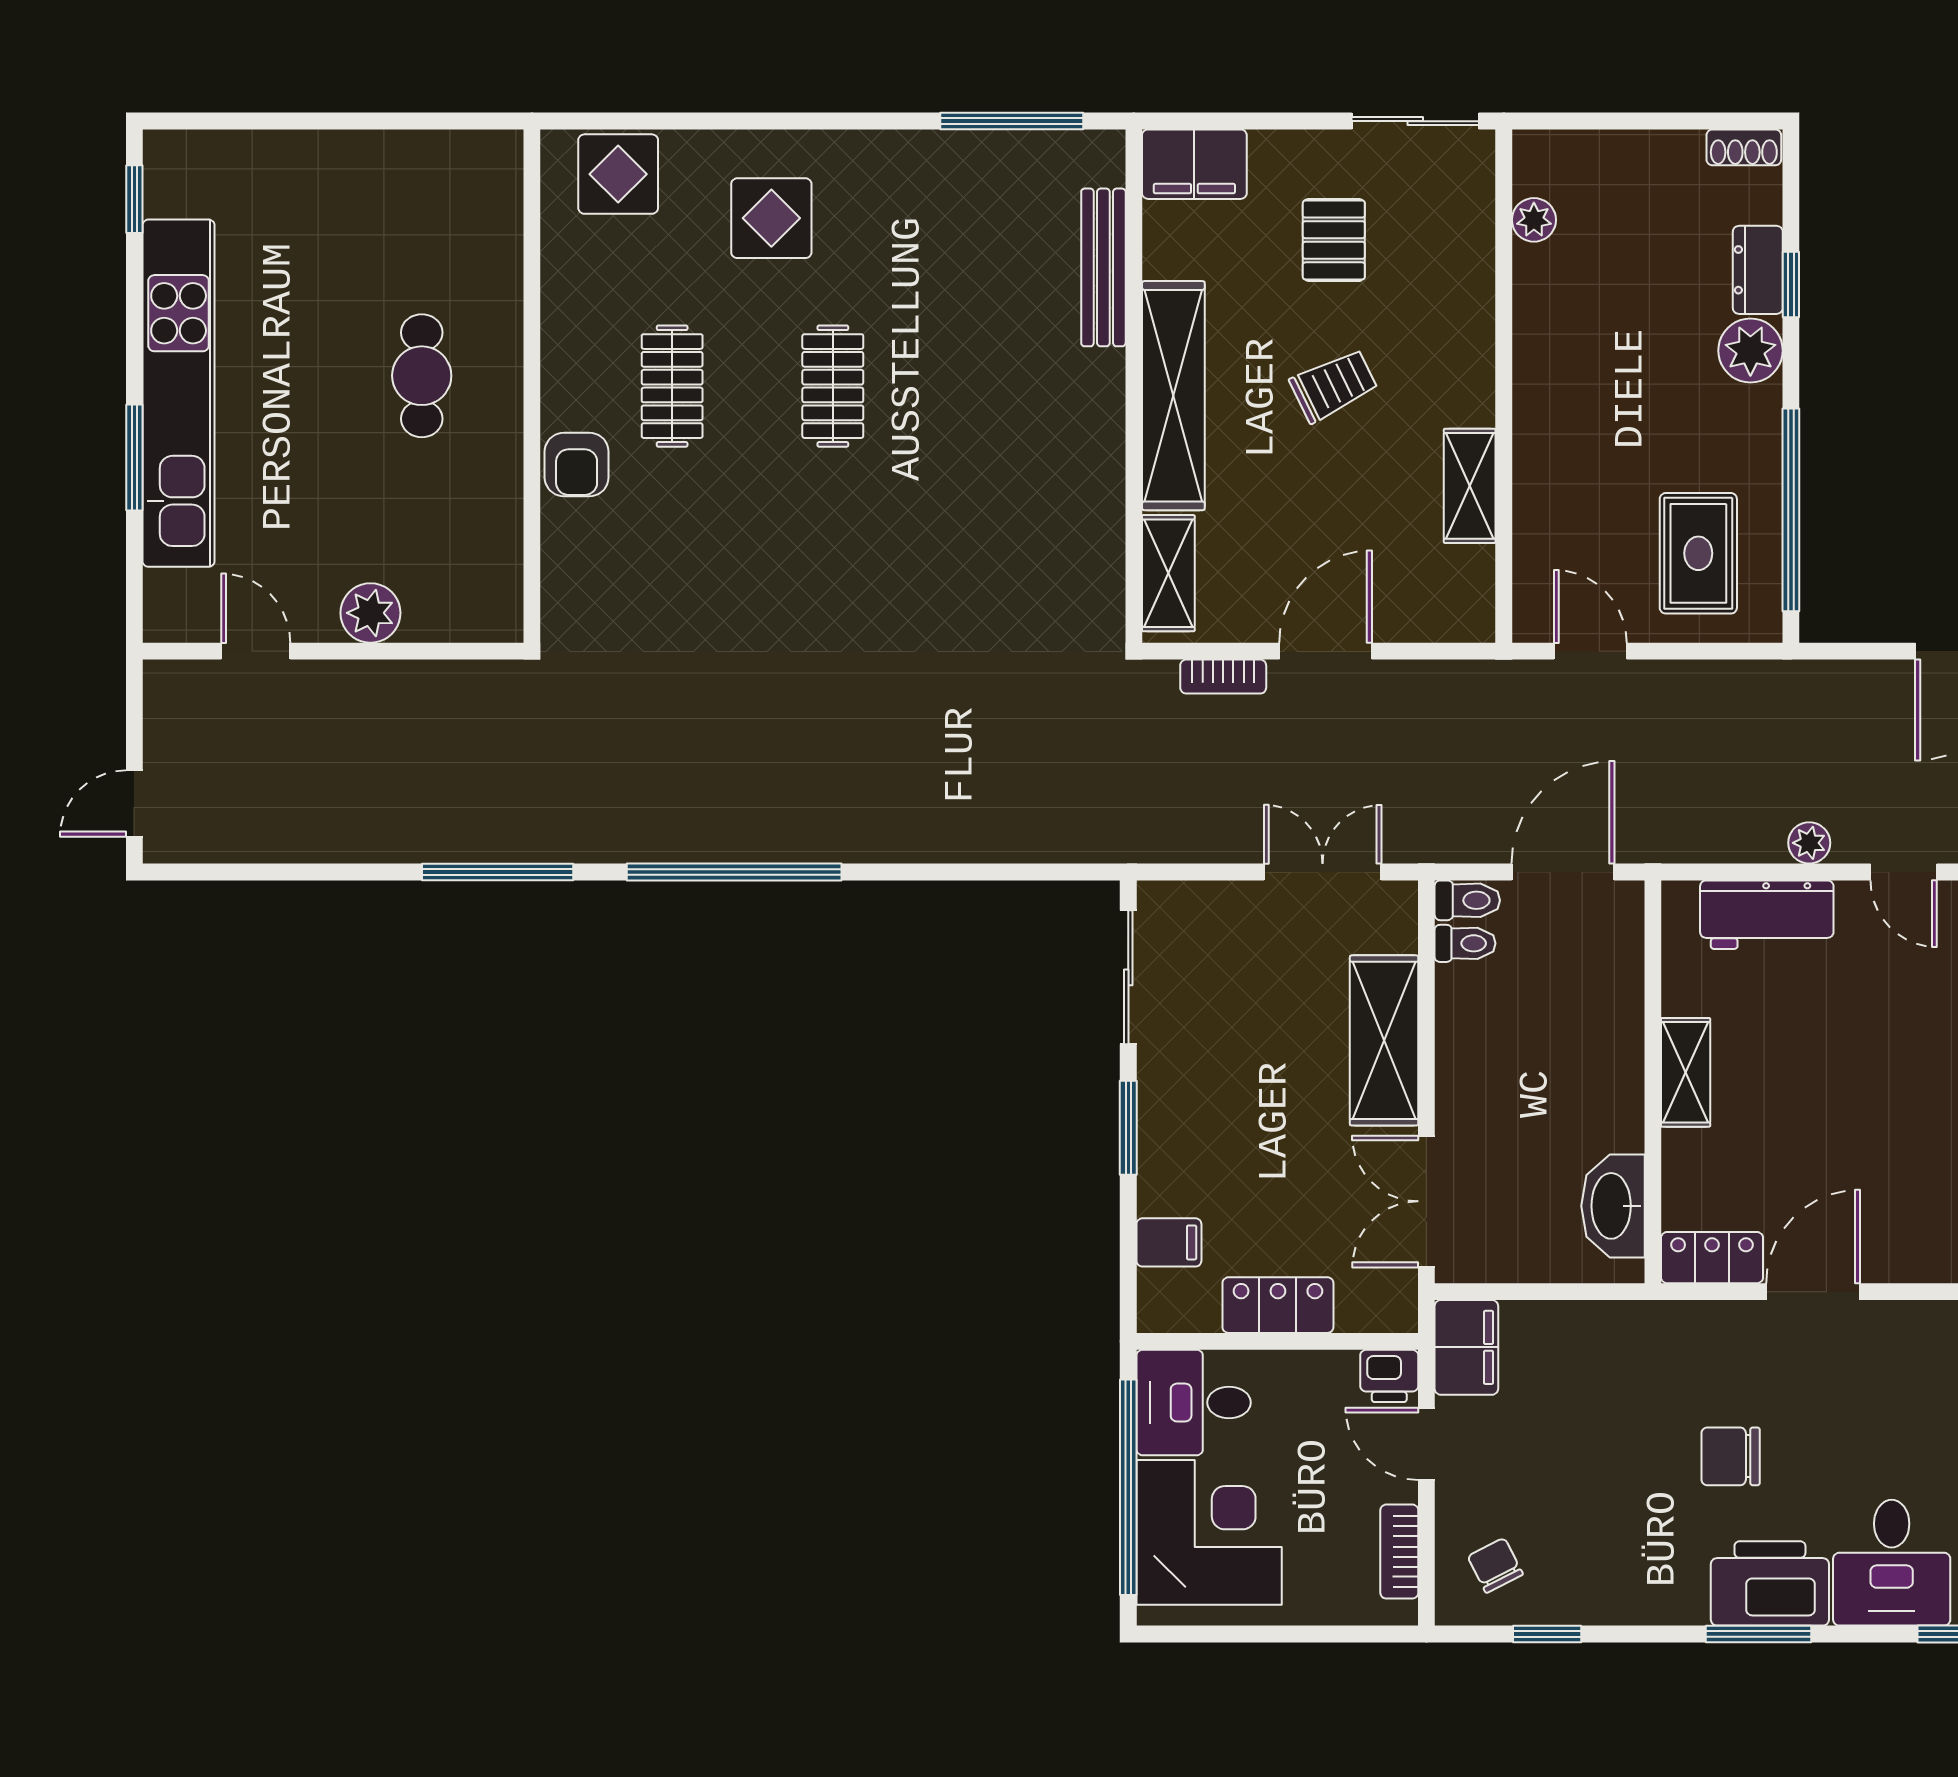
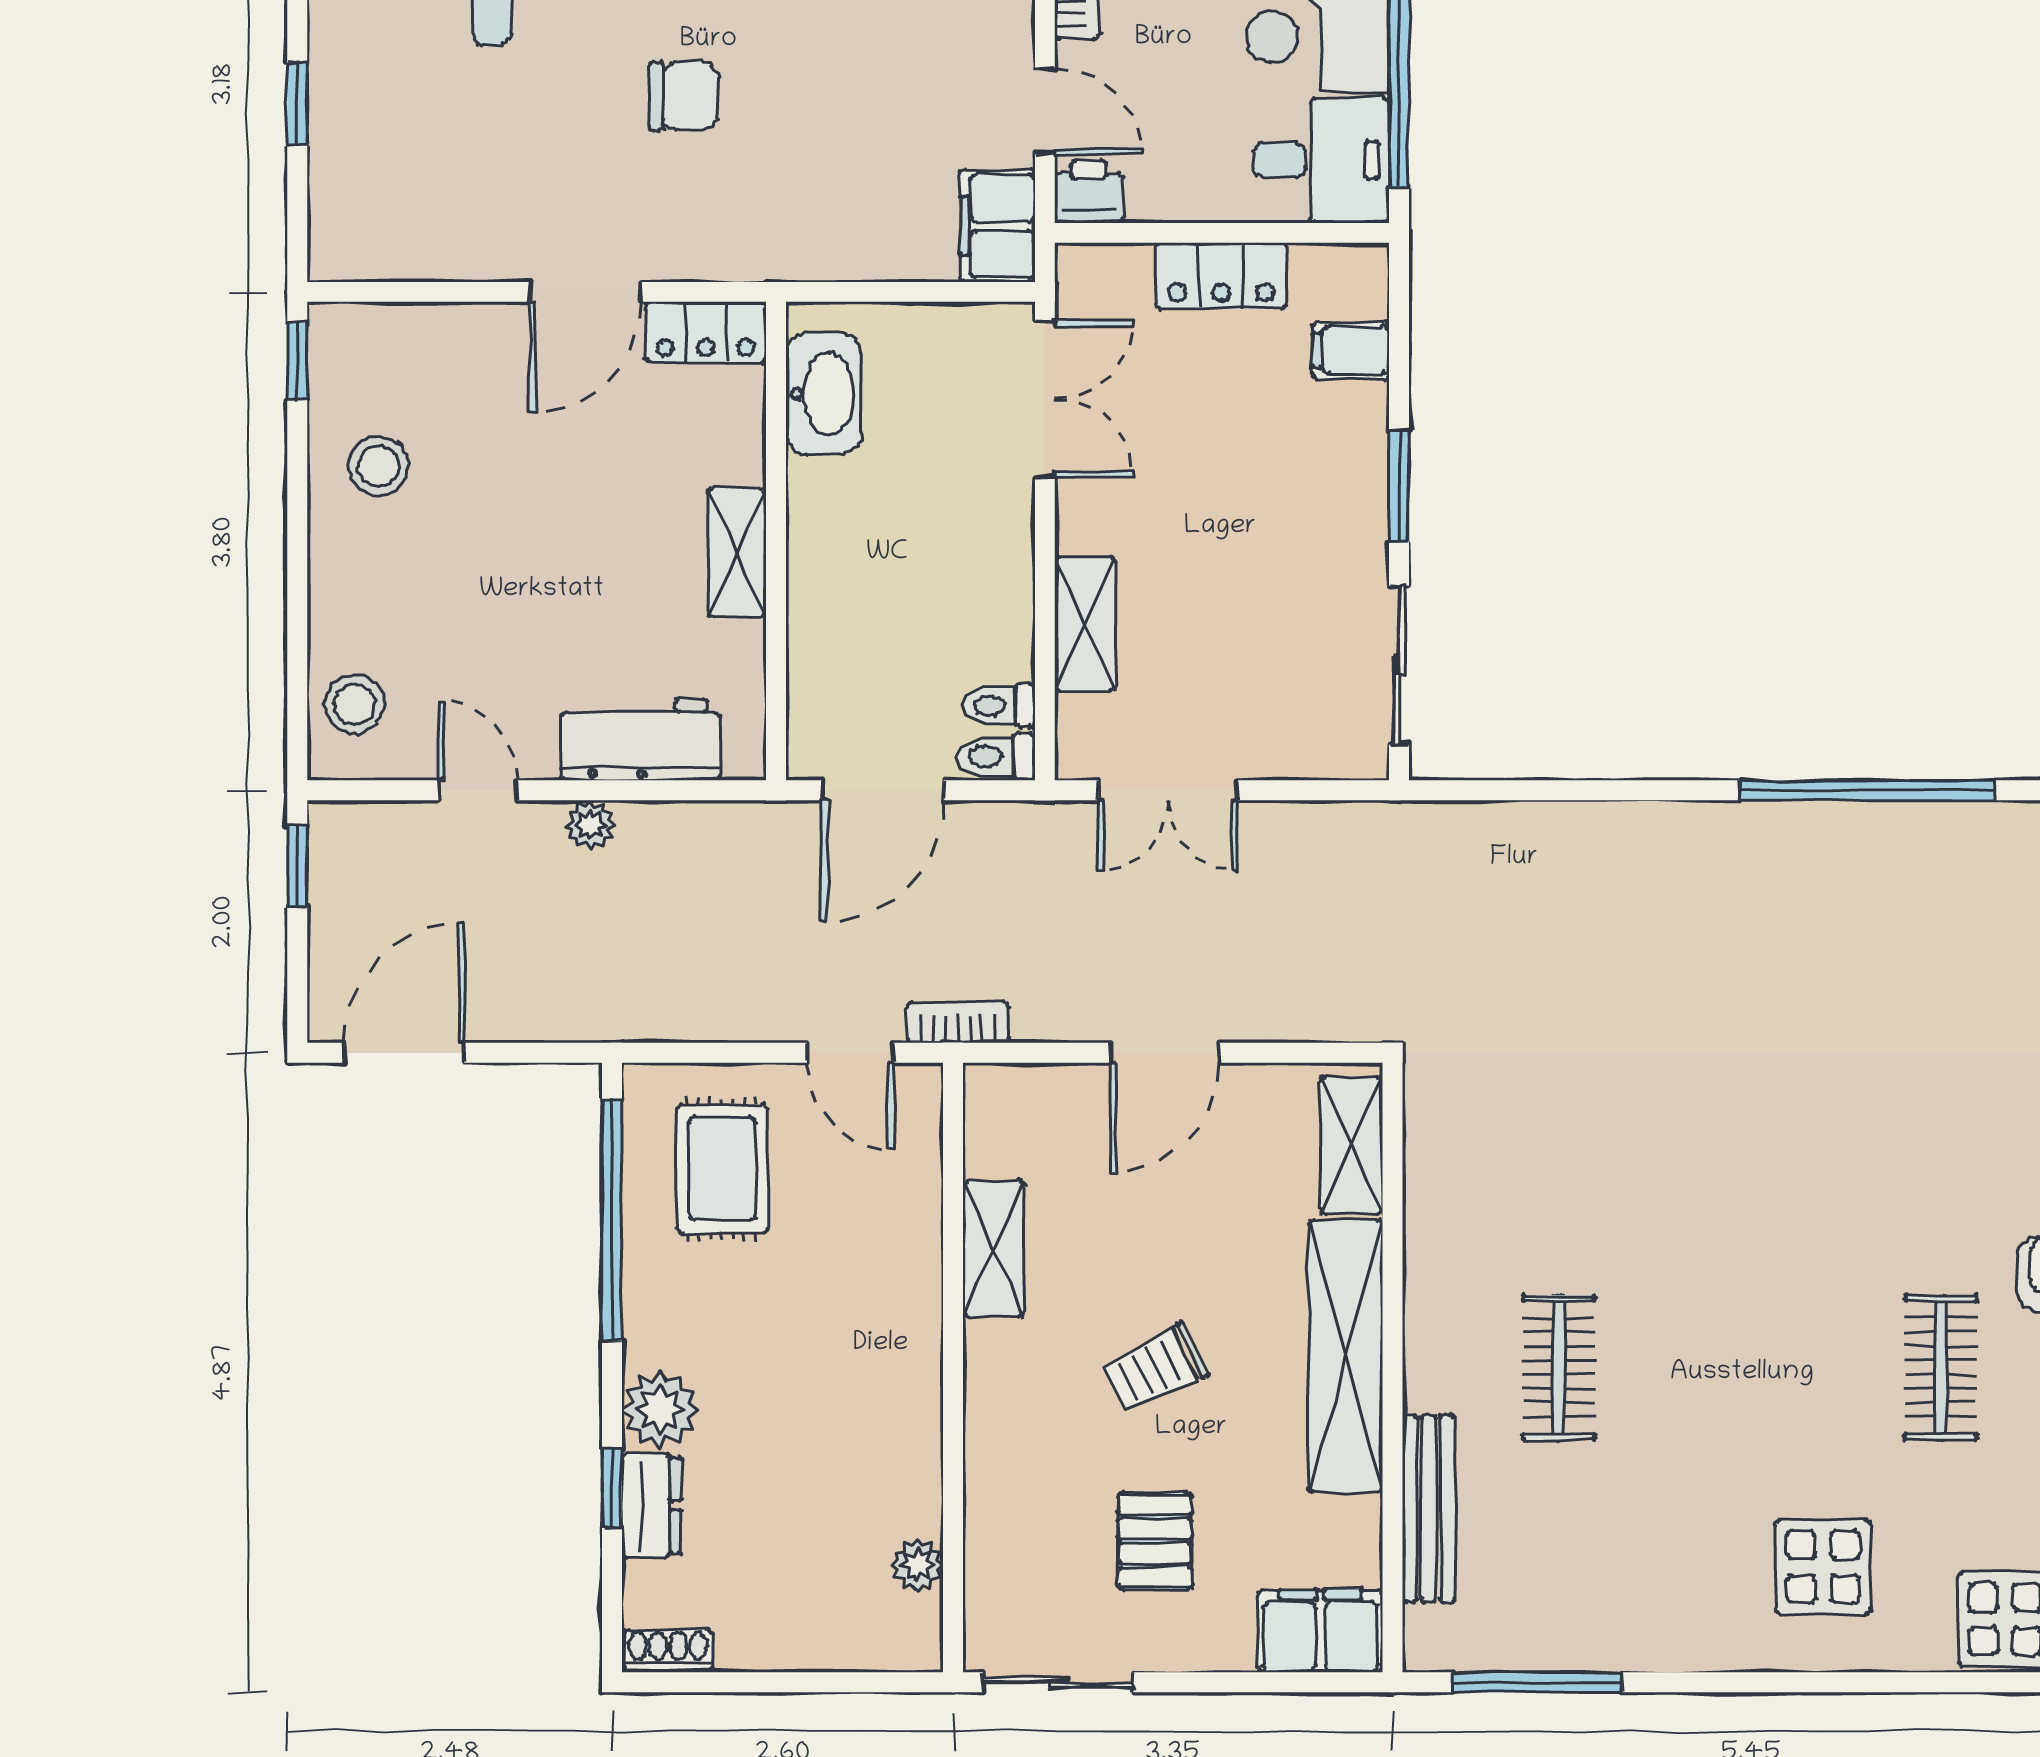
clothes rail: (833, 386) -> (1559, 1367), moved
bookcase: (1223, 677) -> (958, 1022), moved
shelving: (1384, 1040) -> (1085, 624), width x0.67, depth x0.75

